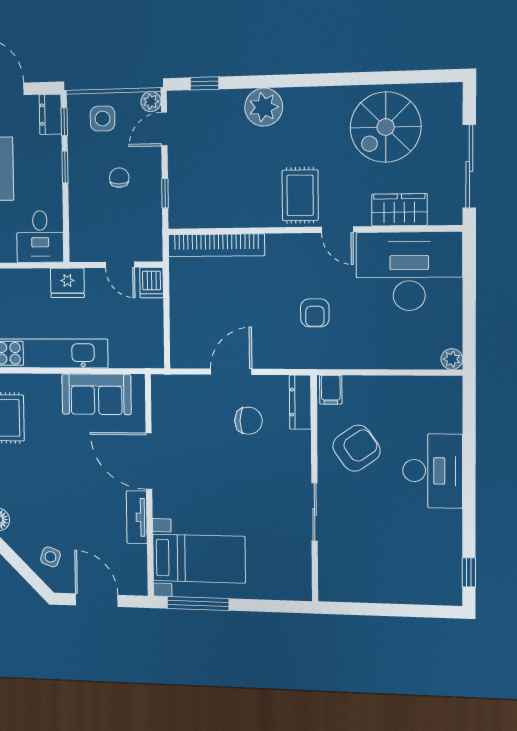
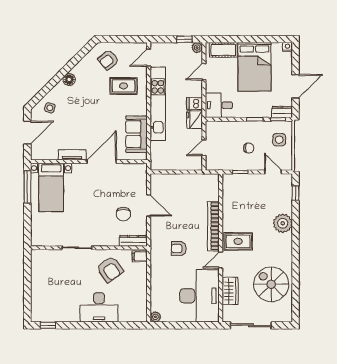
plant: (151, 102) -> (287, 165), removed
bookcase: (216, 245) -> (213, 226), moved
dishwasher: (152, 283) -> (194, 103), moved

